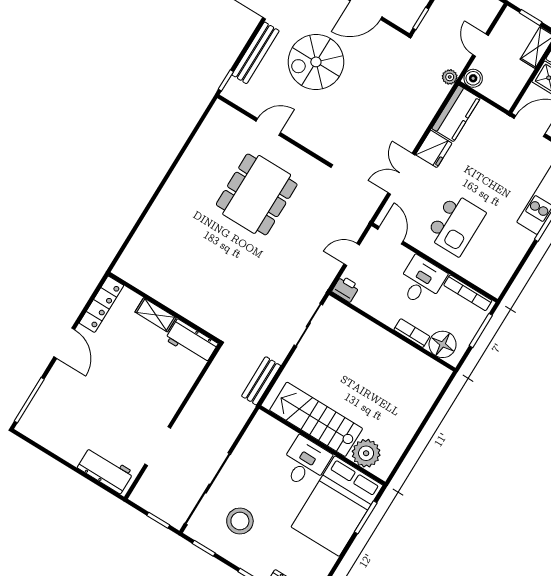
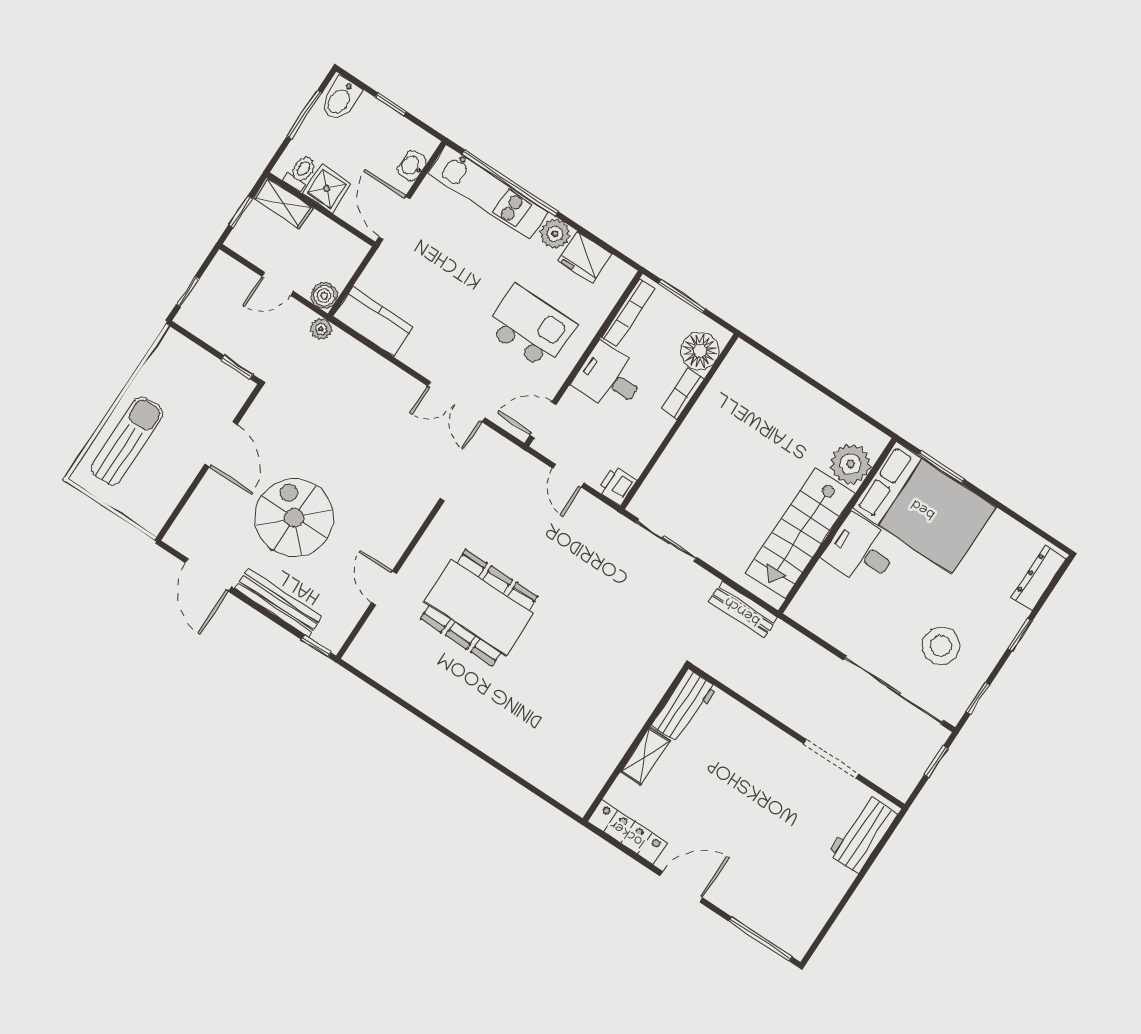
spiral stairs: (316, 62) -> (294, 518), turned 180
fridge: (434, 149) -> (585, 257), moved, turned 180
plant: (522, 240) -> (555, 234), added

